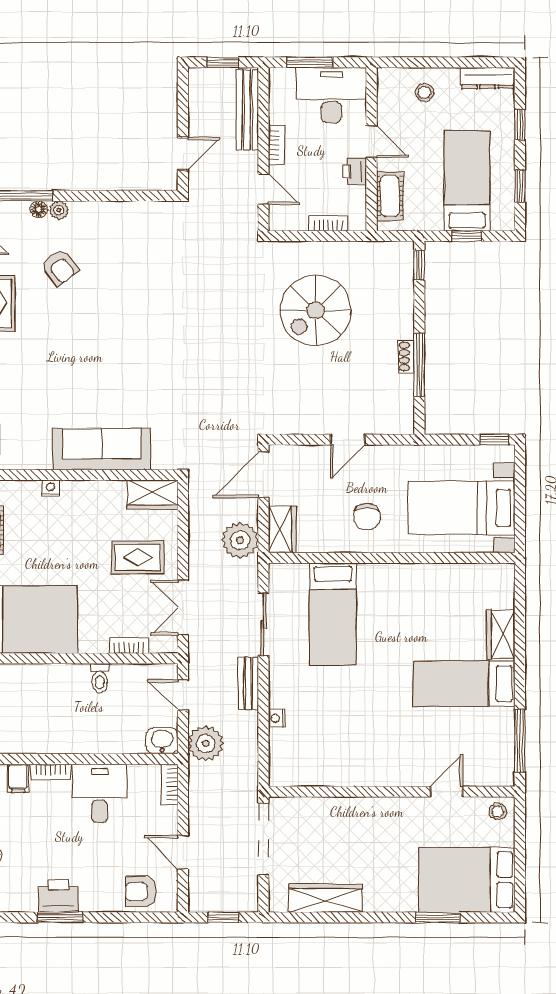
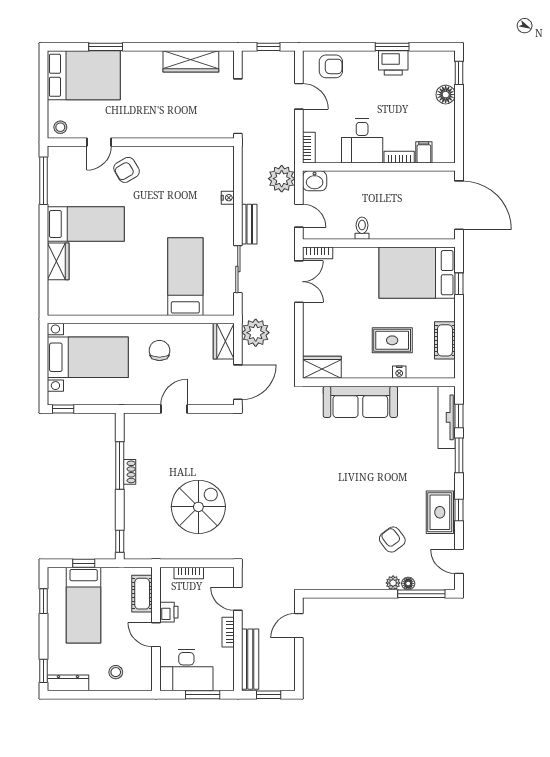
window: (520, 124) -> (44, 671), moved
rug: (138, 557) -> (392, 340), moved
bookcase: (129, 645) -> (318, 253), moved
armchair: (410, 755) -> (127, 170), added

